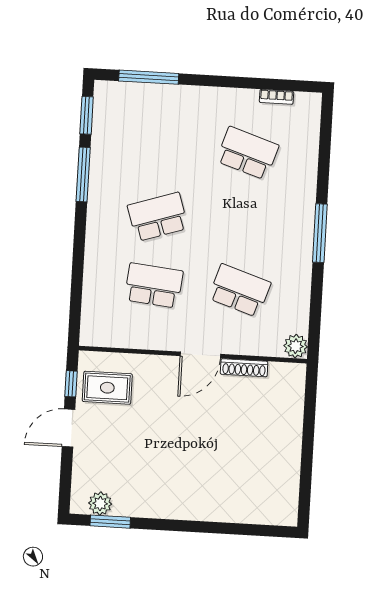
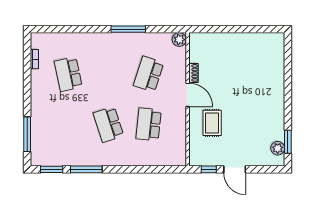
school desk: (247, 153) -> (68, 74), turned -30
window: (320, 233) -> (128, 29), moved
shoe rack: (244, 368) -> (194, 73), width x0.70
rug: (107, 388) -> (212, 123), moved

